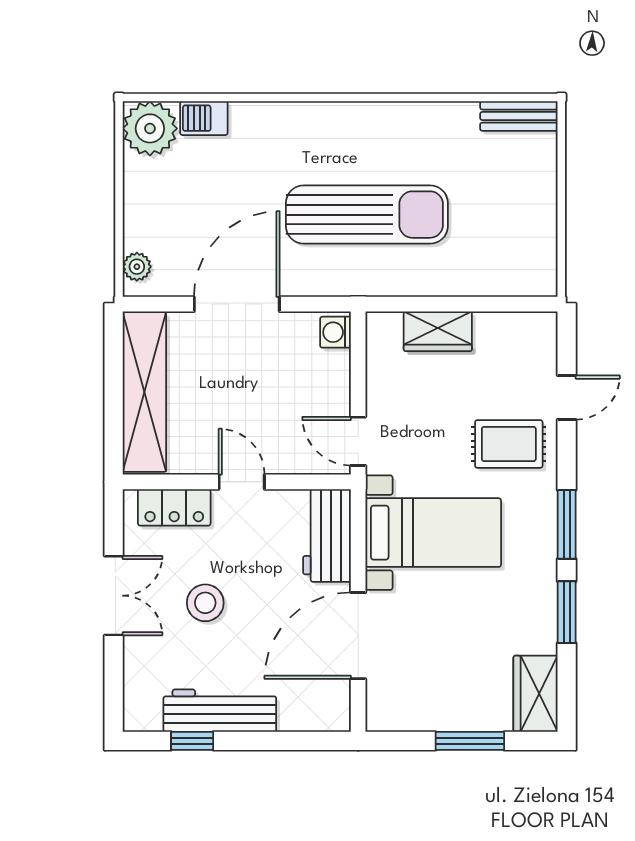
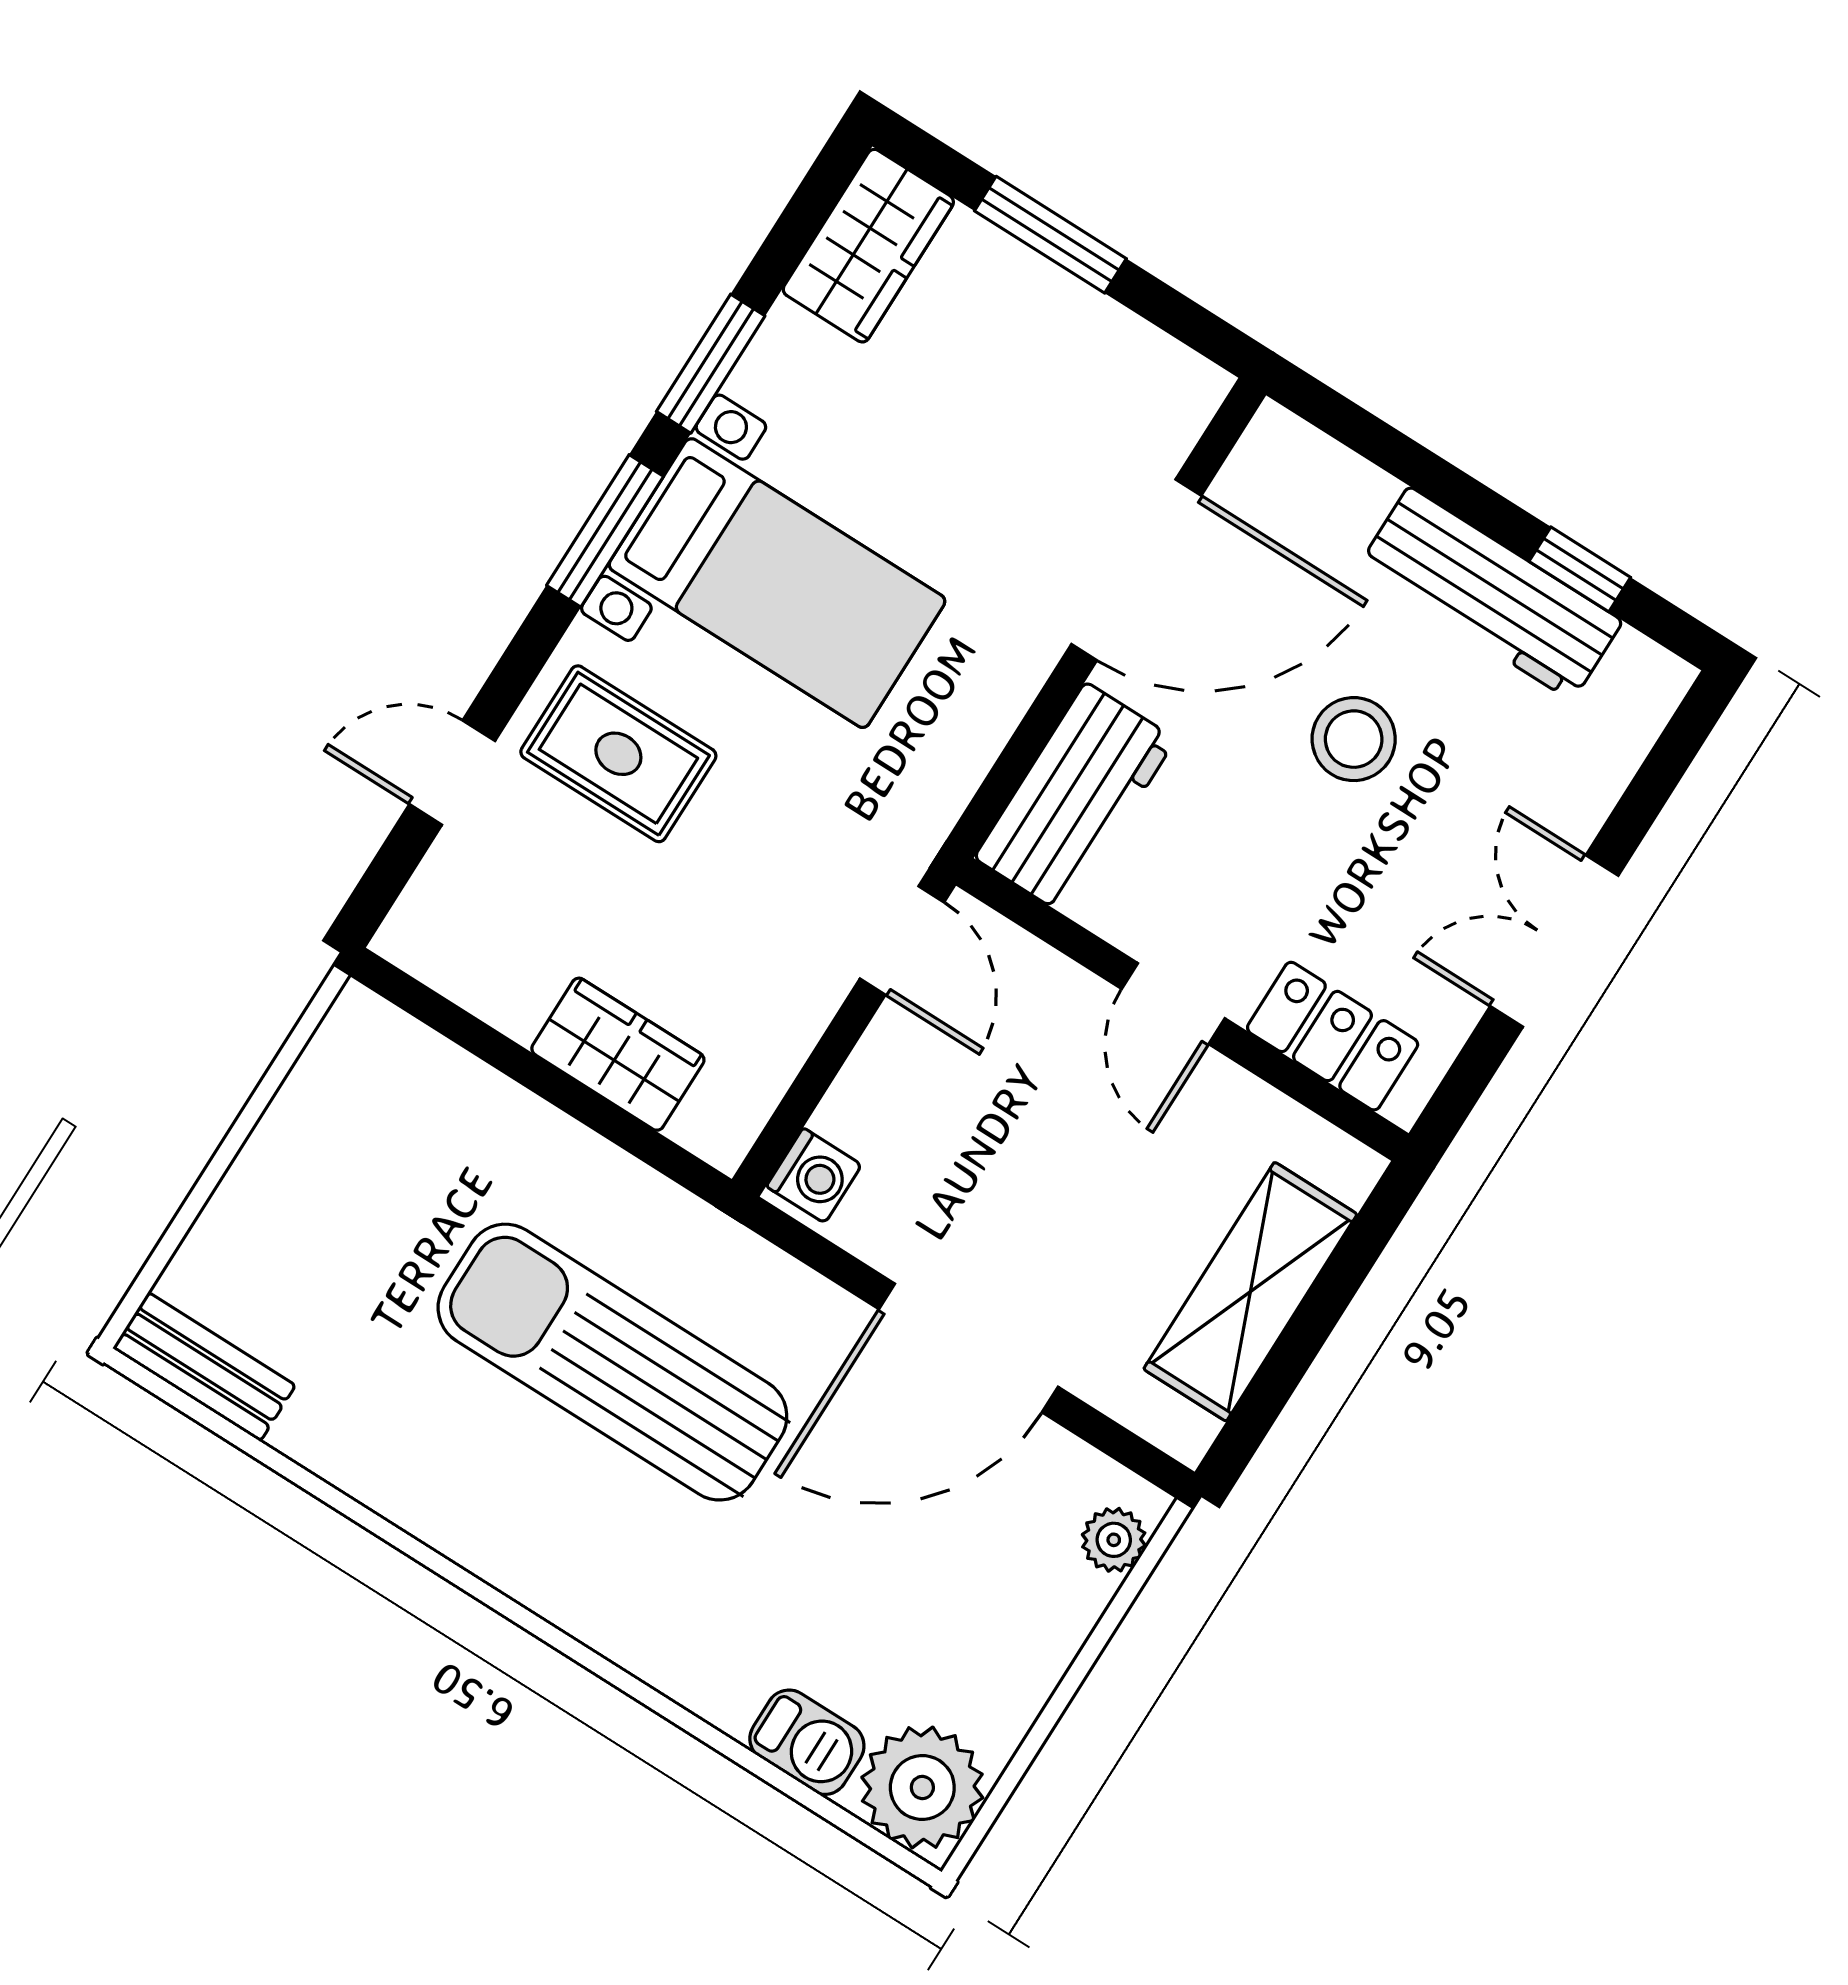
shelving: (144, 392) -> (1250, 1292), width x0.68
bed with nightstands: (433, 533) -> (777, 583), moved, turned 180
stool: (205, 603) -> (1354, 739), moved

